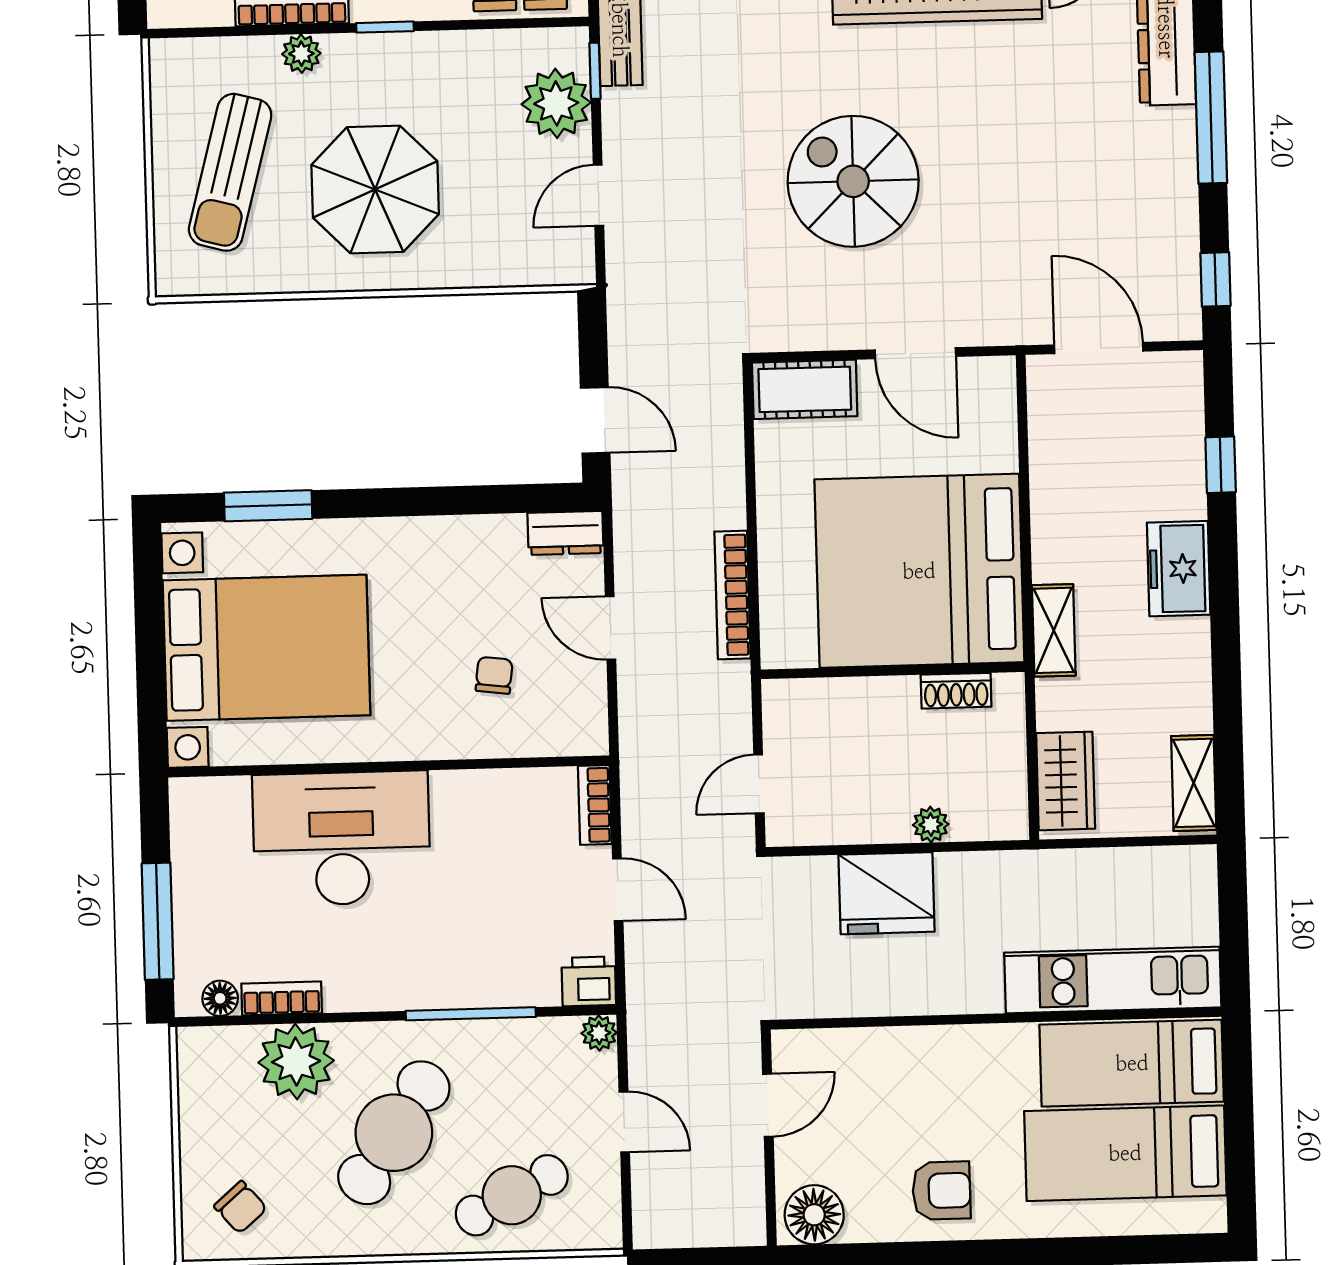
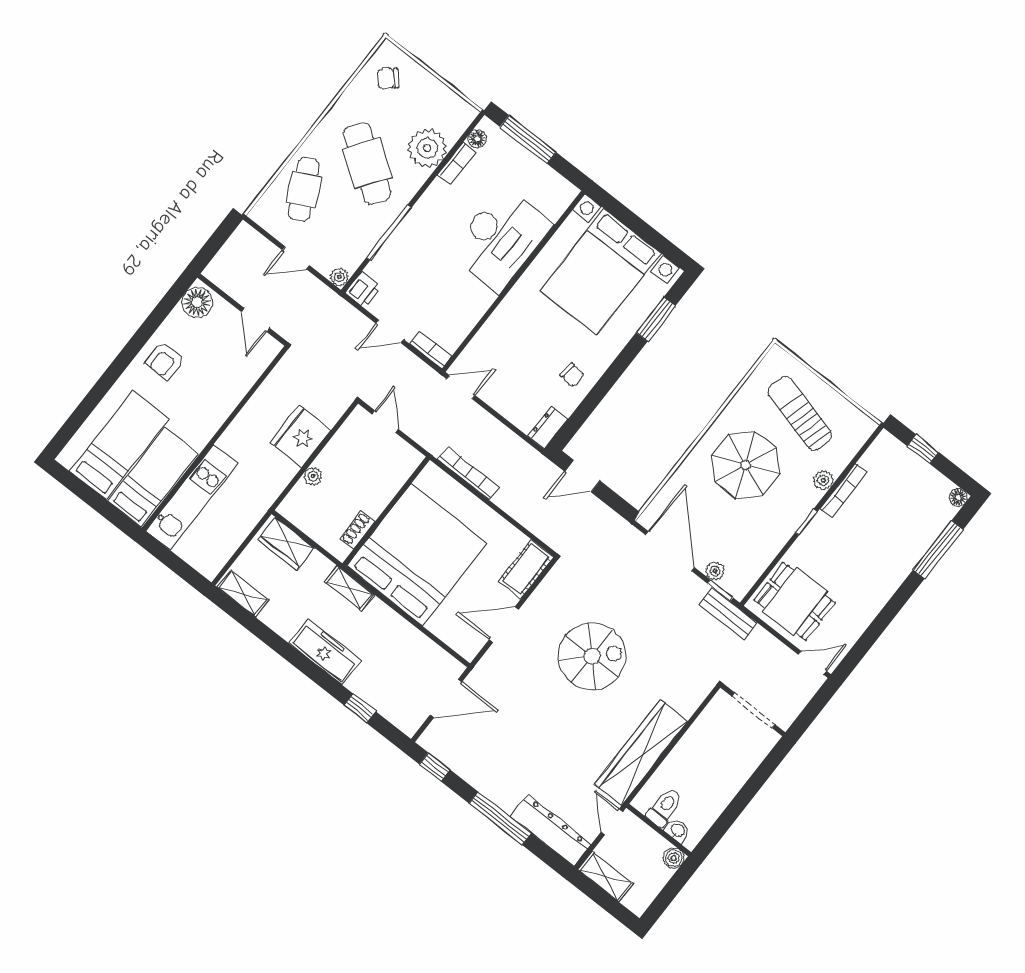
plant: (556, 103) -> (715, 571), width x0.53, depth x0.53
door: (598, 195) -> (670, 551), width x1.88
freezer: (1179, 569) -> (325, 652), width x1.40
door: (611, 628) -> (461, 387), moved
chair: (494, 675) -> (572, 375), moved

